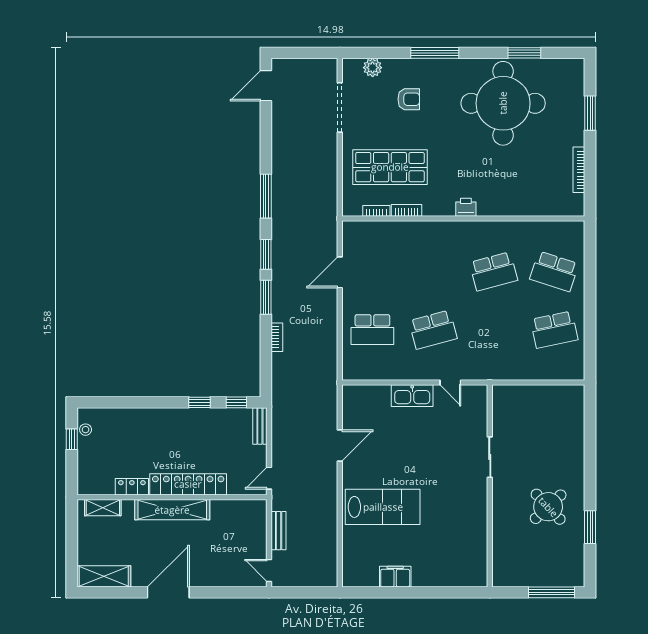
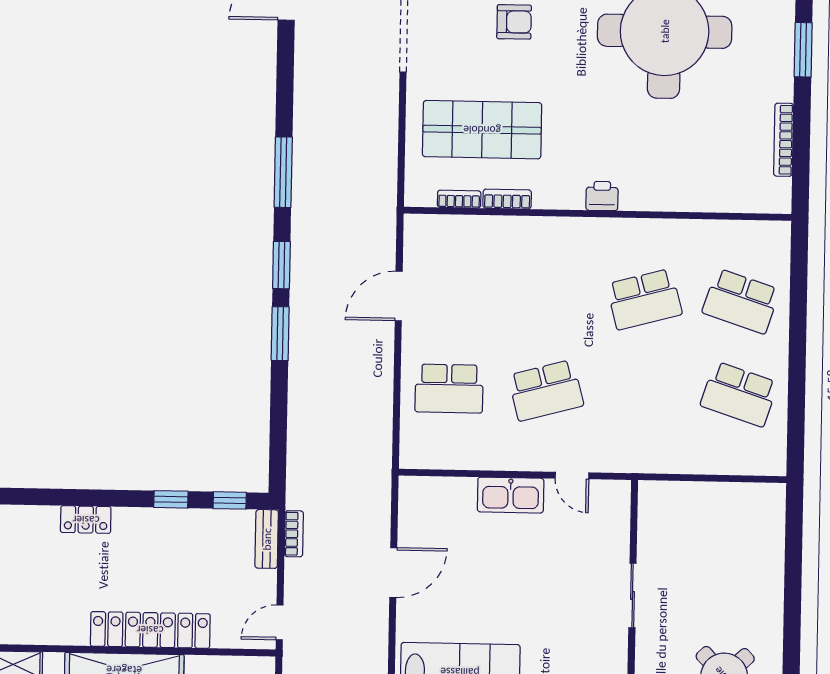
school desk: (554, 330) -> (739, 394), turned 30
bookcase: (277, 337) -> (294, 534), moved
locker: (132, 487) -> (86, 520), moved, turned 180

